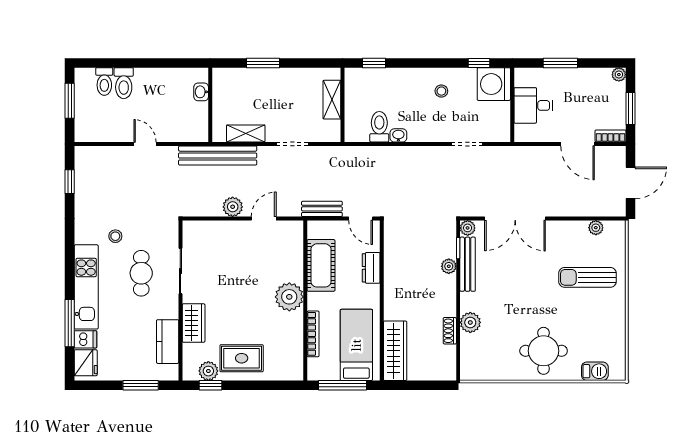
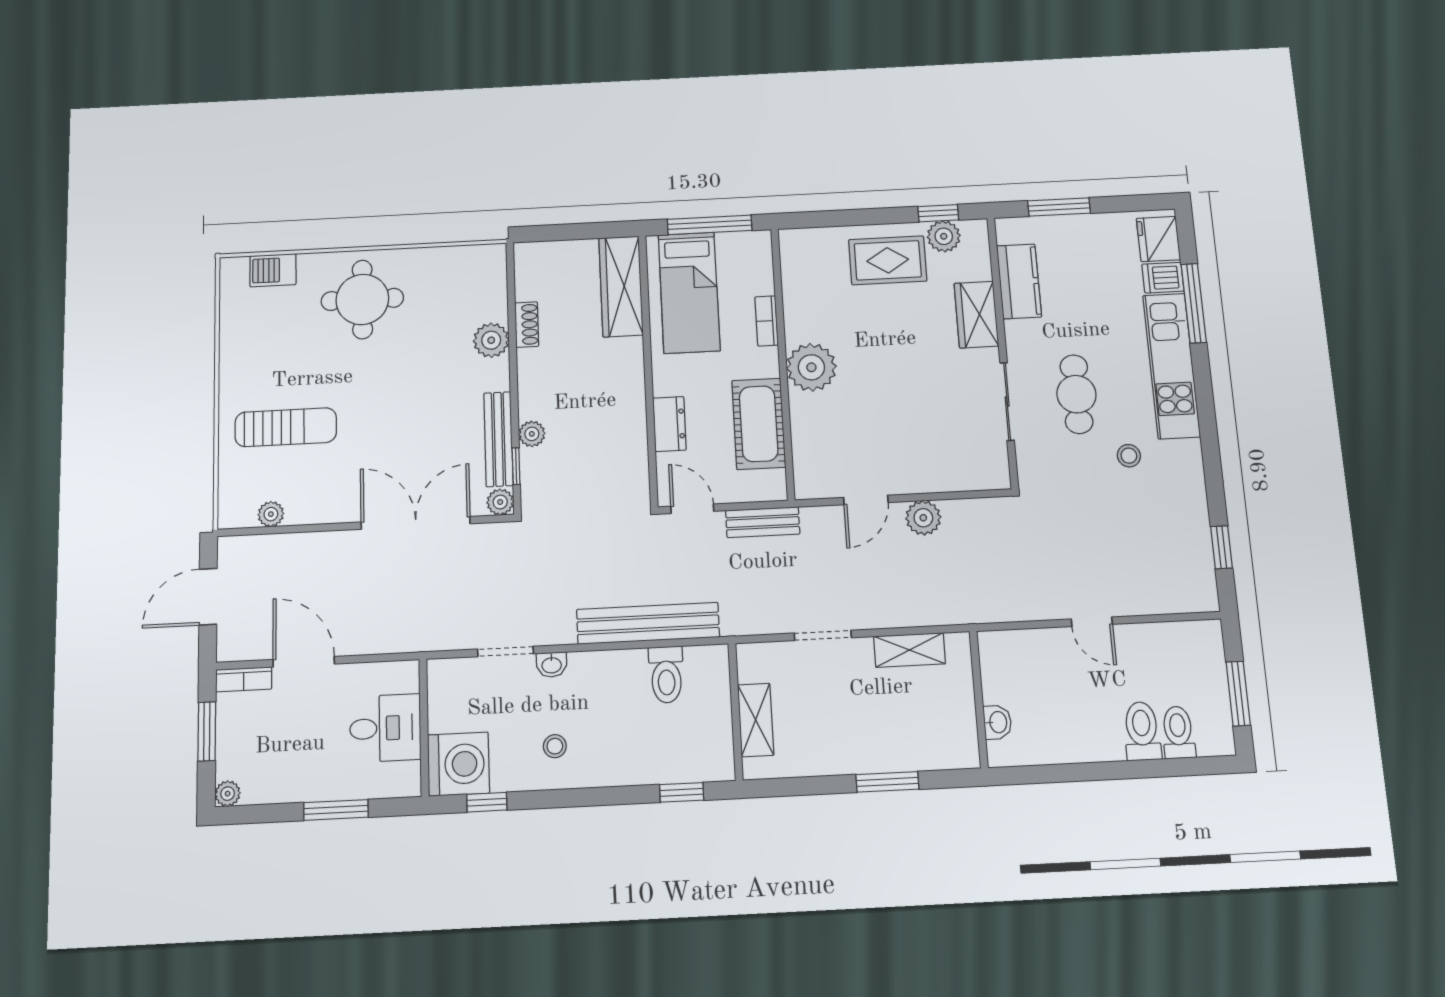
washbasin: (398, 135) -> (552, 665), moved
bench: (218, 156) -> (648, 623), moved
bookcase: (313, 334) -> (767, 321), width x0.64

